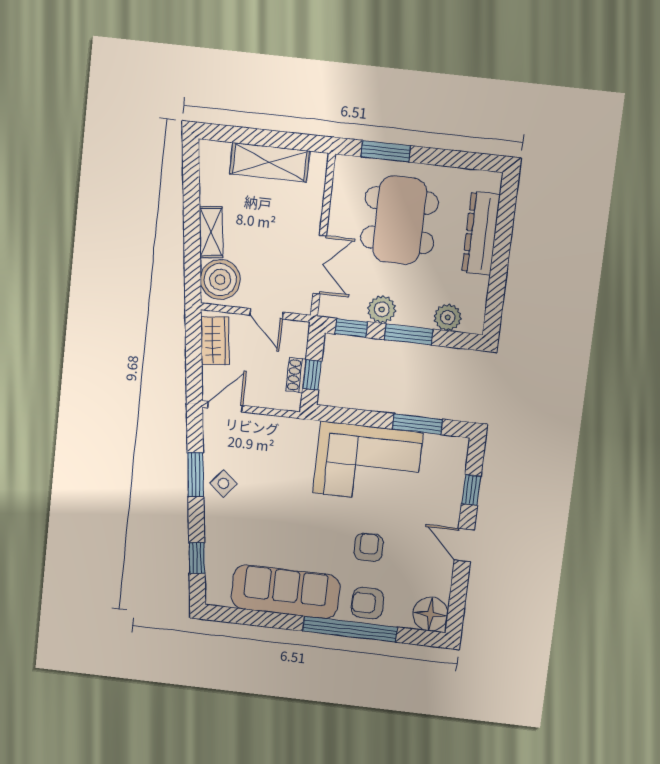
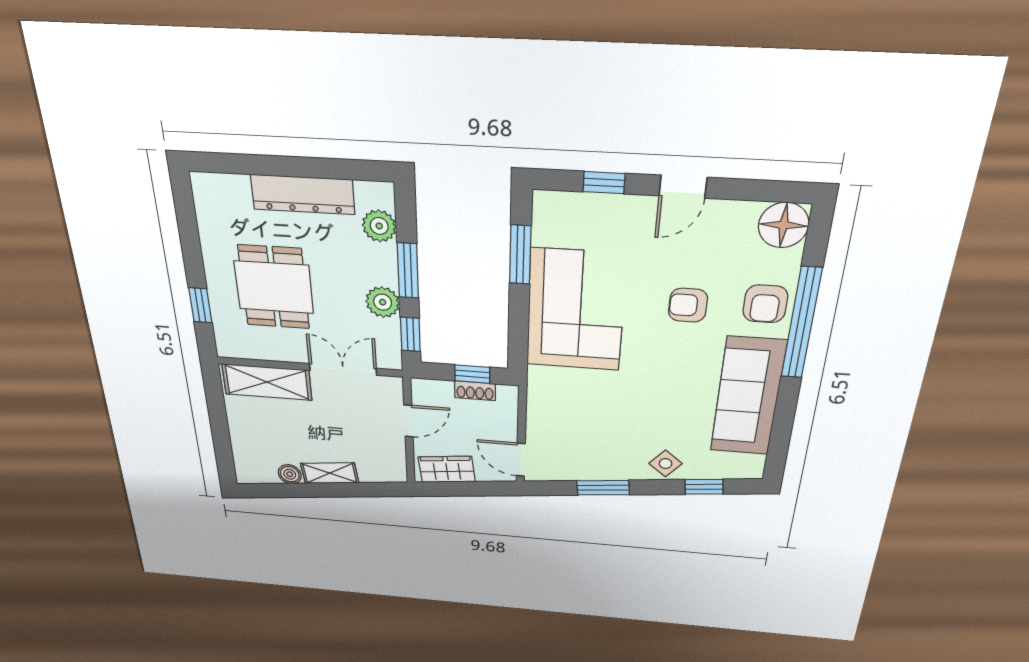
window: (386, 151) -> (200, 305), width x0.67
shelving: (270, 162) -> (267, 382), moved, turned 90
dining table: (399, 220) -> (274, 287), width x0.73
dresser: (481, 233) -> (303, 194), moved
boiler: (220, 280) -> (290, 474), moved, width x0.54, depth x0.54
side table: (223, 483) -> (666, 464), moved

